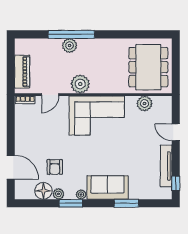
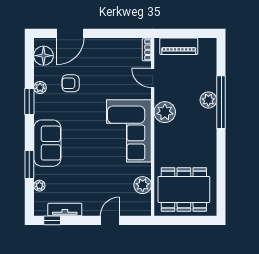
tv unit: (166, 166) -> (65, 210), width x0.71
floor lamp: (43, 191) -> (44, 56), moved
plant: (81, 194) -> (39, 186), moved

